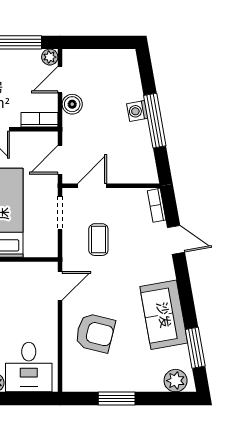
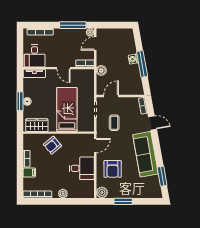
boiler: (72, 104) -> (101, 70), moved
door: (60, 160) -> (95, 83), removed
sofa: (164, 315) -> (146, 154), width x1.36
armchair: (95, 333) -> (113, 169), turned 76
desk: (29, 367) -> (82, 168), moved, turned -90
plant: (176, 381) -> (102, 192), moved

